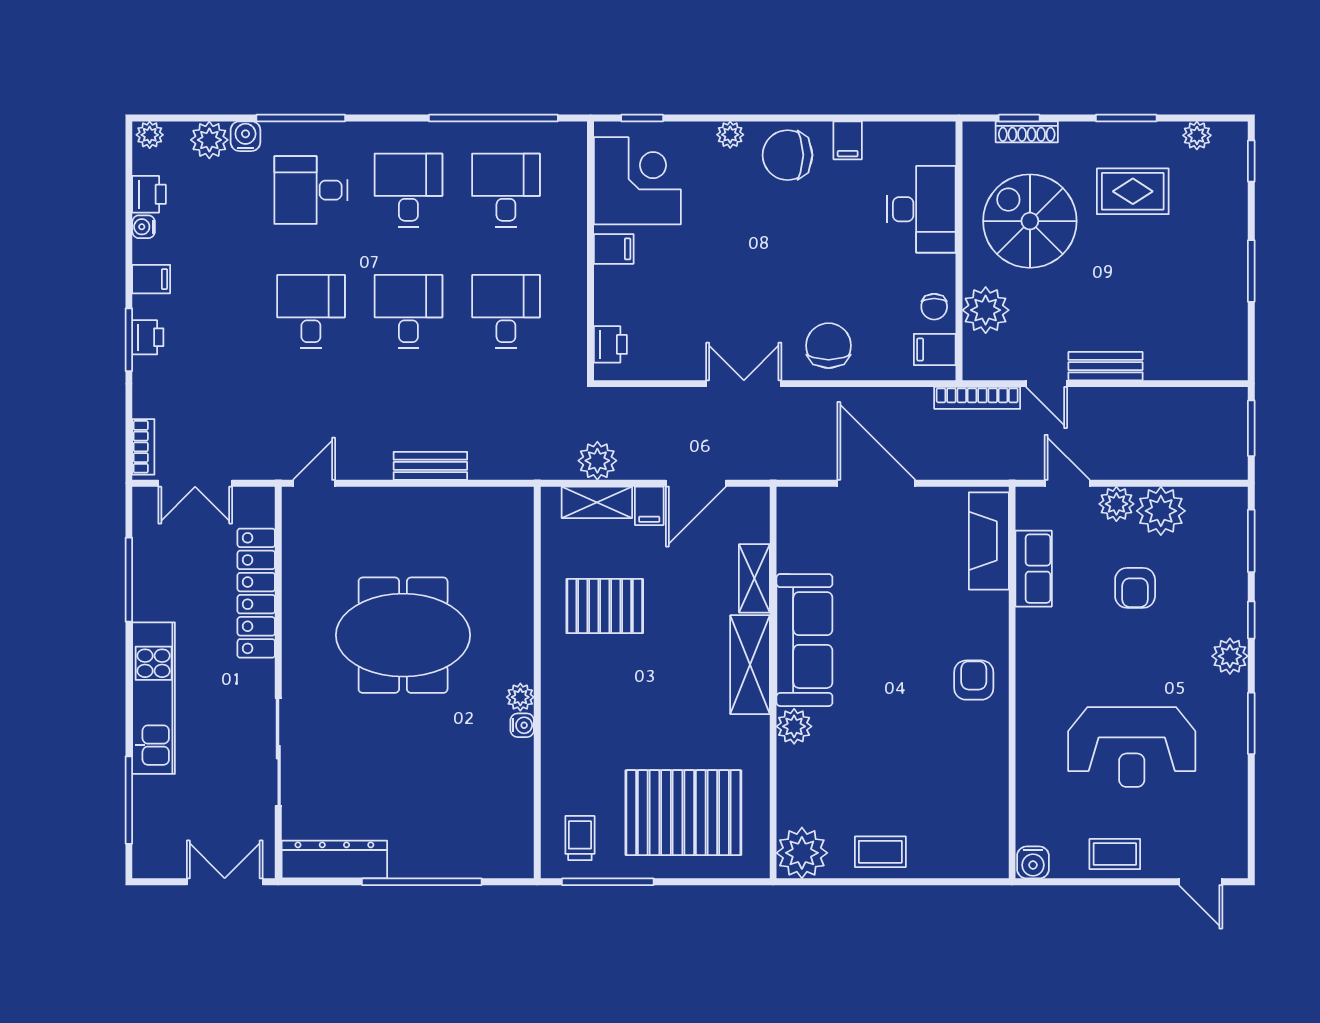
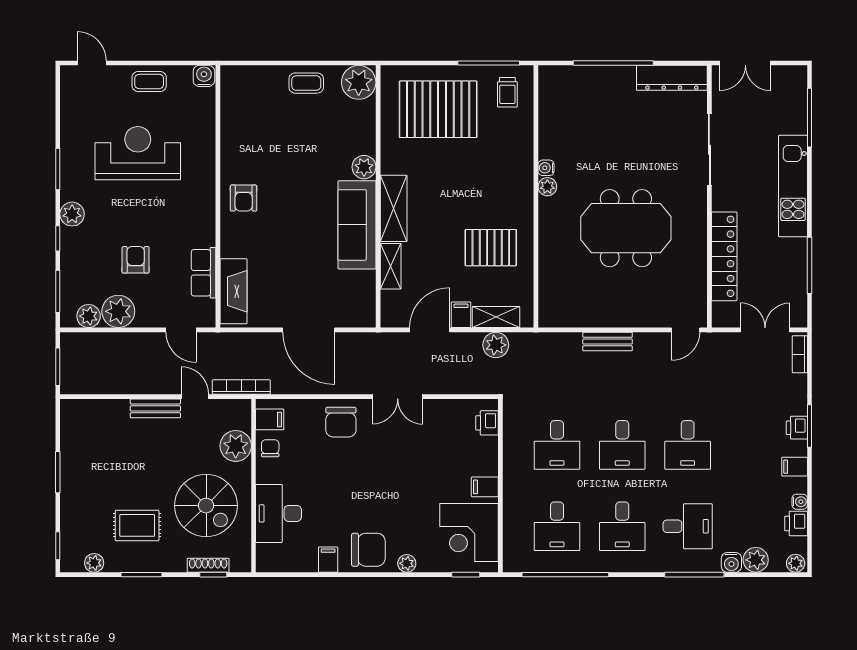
plant: (1116, 504) -> (89, 316), moved

